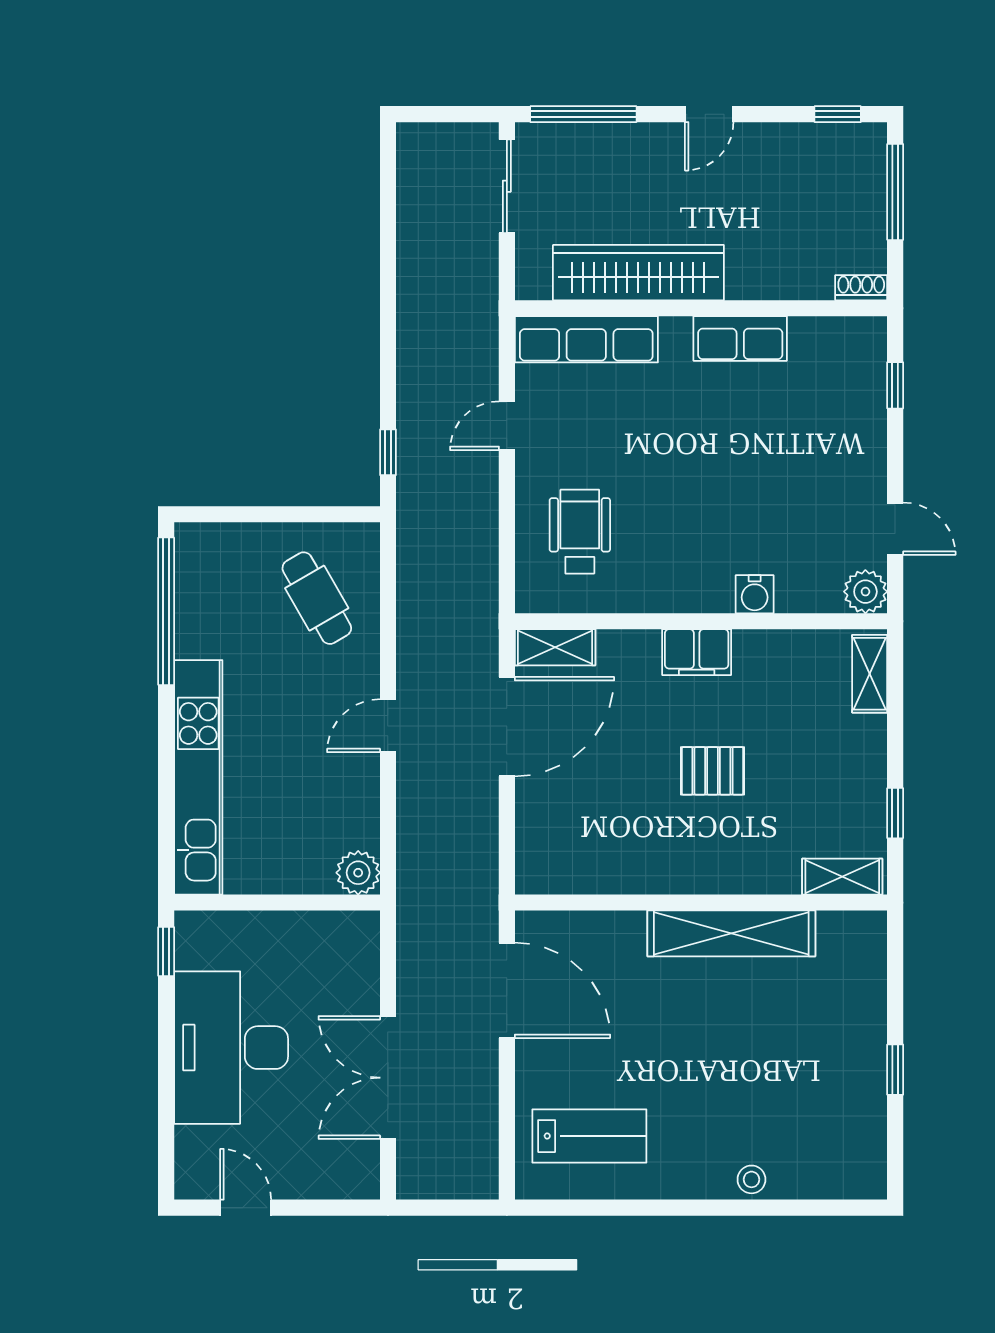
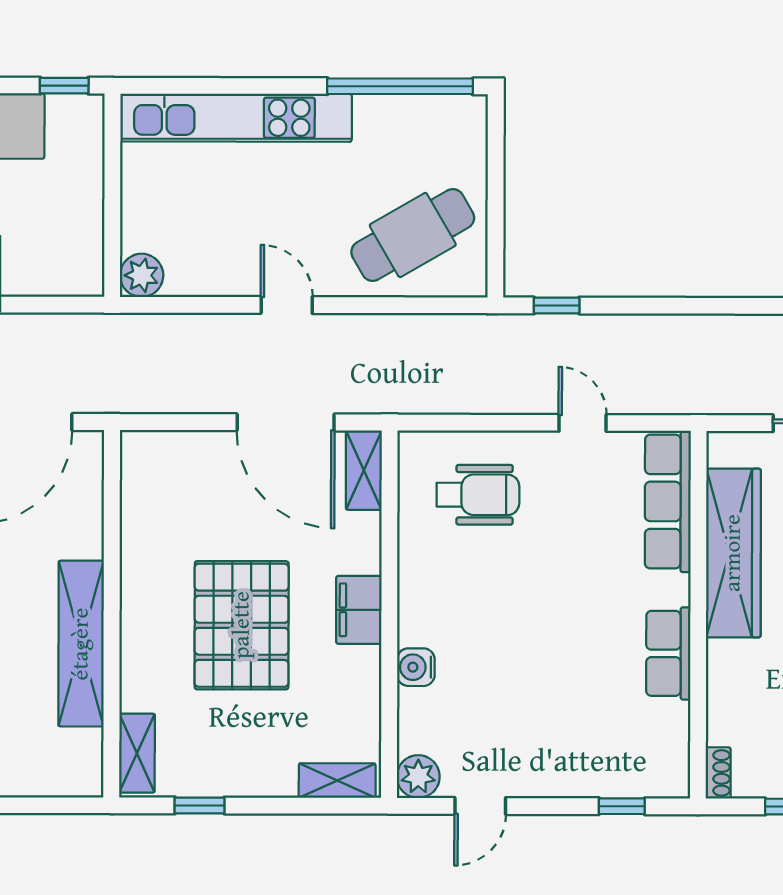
cafe table: (317, 598) -> (413, 235), width x1.37, depth x1.35
pallet: (712, 771) -> (242, 625), width x2.05, depth x2.00

